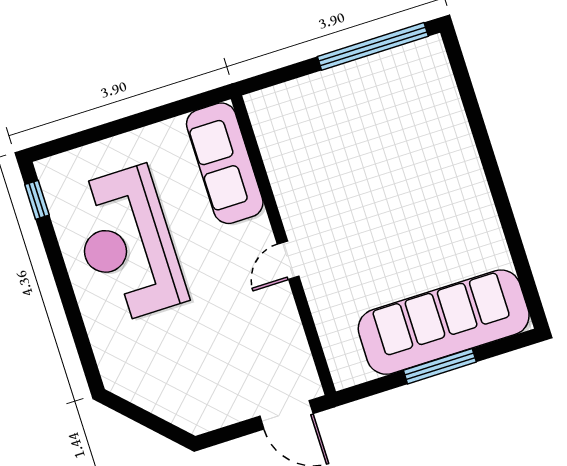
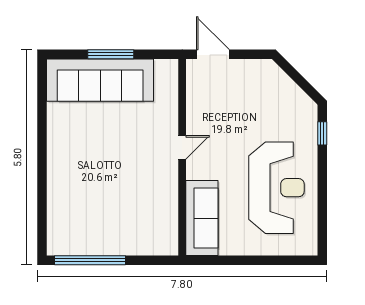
window: (37, 200) -> (322, 133), moved

